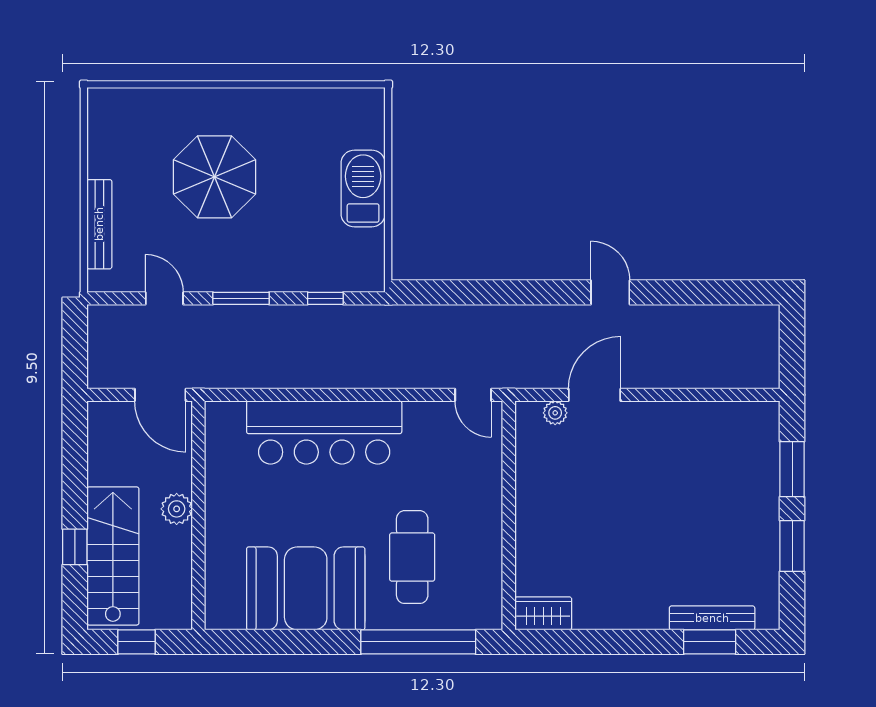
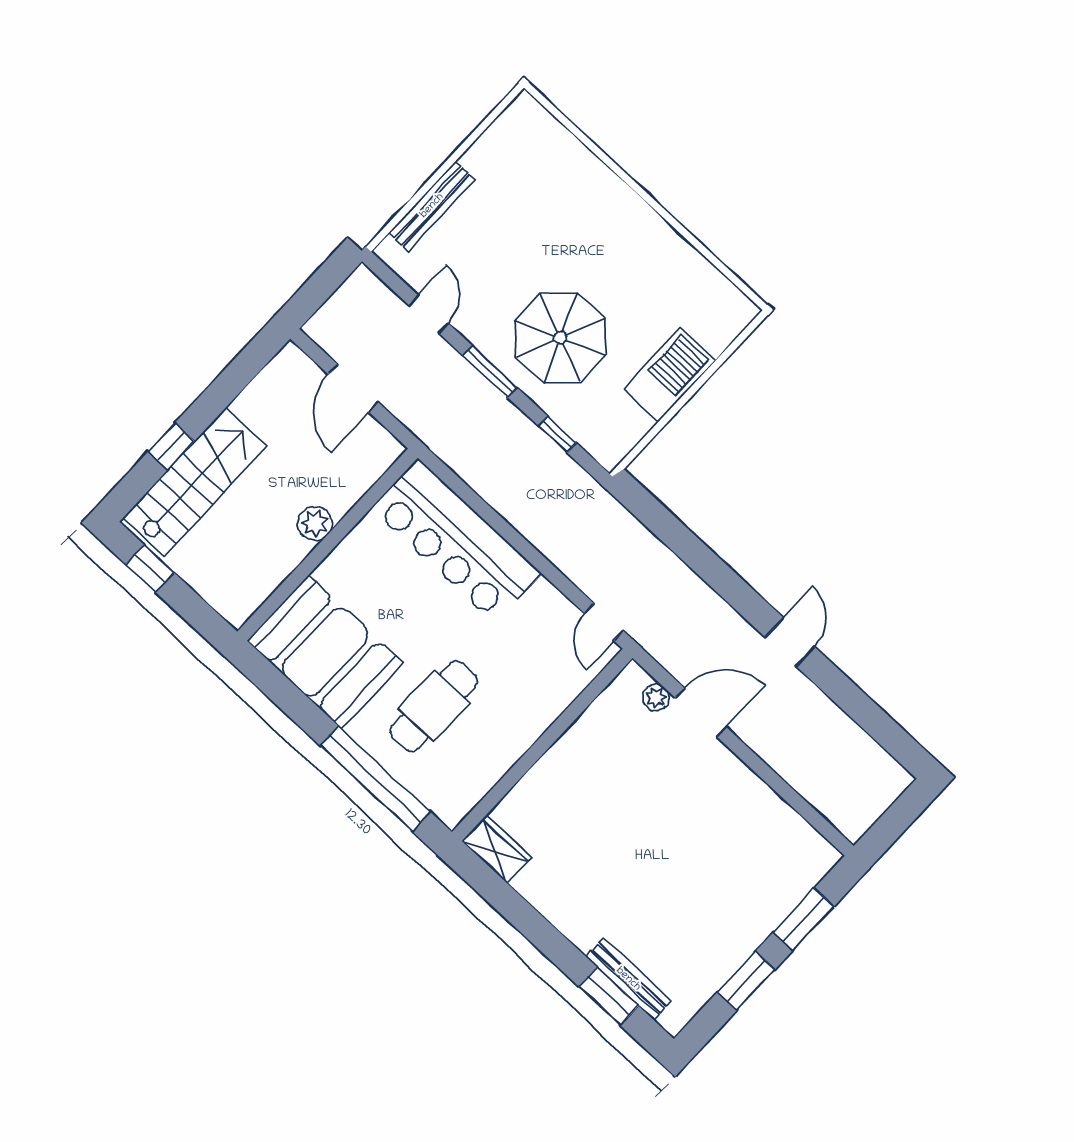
parasol: (215, 177) -> (560, 338), moved
plant: (177, 509) -> (315, 523), moved
wall: (198, 515) -> (328, 545), moved

